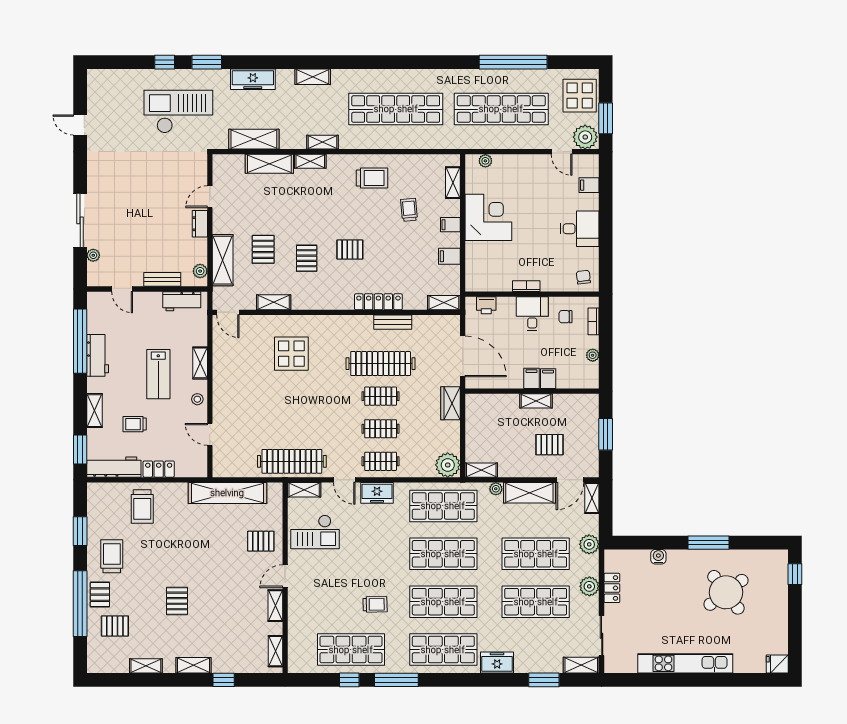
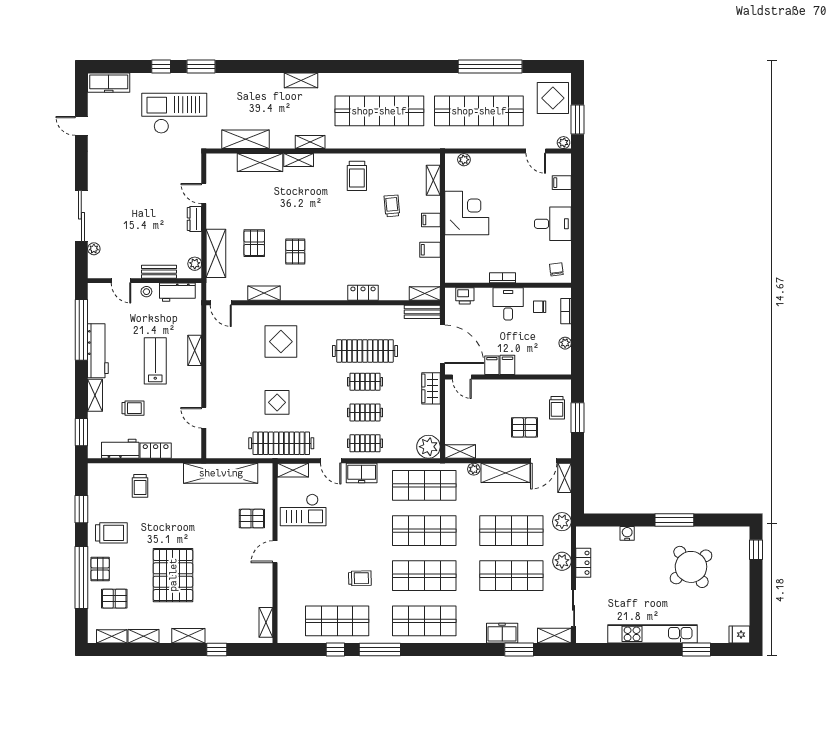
freezer: (253, 79) -> (109, 83), moved
plant: (585, 137) -> (564, 143), width x0.53, depth x0.53
trolley: (372, 178) -> (357, 176), turned 90
door: (210, 197) -> (204, 194), hinge flipped
pallet: (350, 250) -> (336, 243), removed
locker: (378, 302) -> (363, 293), width x0.66
bench: (393, 322) -> (422, 312), moved
workbench: (98, 355) -> (98, 351), width x1.38
lab bench: (158, 374) -> (155, 361), turned 180
filing cabinet: (548, 379) -> (492, 365), moved
door: (483, 391) -> (462, 377), added
stool: (197, 399) -> (146, 292), moved
shelving: (536, 401) -> (512, 386), removed
display table: (287, 418) -> (277, 402), added
trolley: (135, 424) -> (133, 408), turned 180
trolley: (584, 424) -> (557, 408), added
workbench: (114, 467) -> (120, 449), width x0.73
trolley: (142, 507) -> (140, 486), width x0.73, depth x0.72
trolley: (112, 556) -> (111, 533), turned 90
pallet: (177, 601) -> (173, 575), width x2.05, depth x2.00
shelving: (275, 606) -> (112, 636), moved, turned 90
freezer: (497, 662) -> (502, 633), moved
window: (732, 680) -> (696, 650), added

